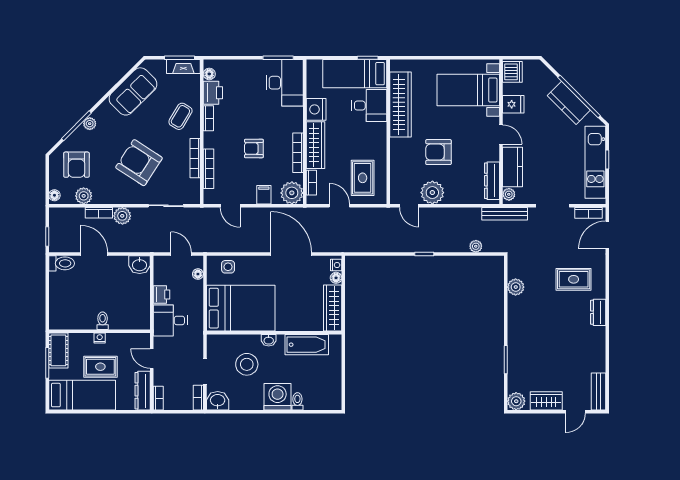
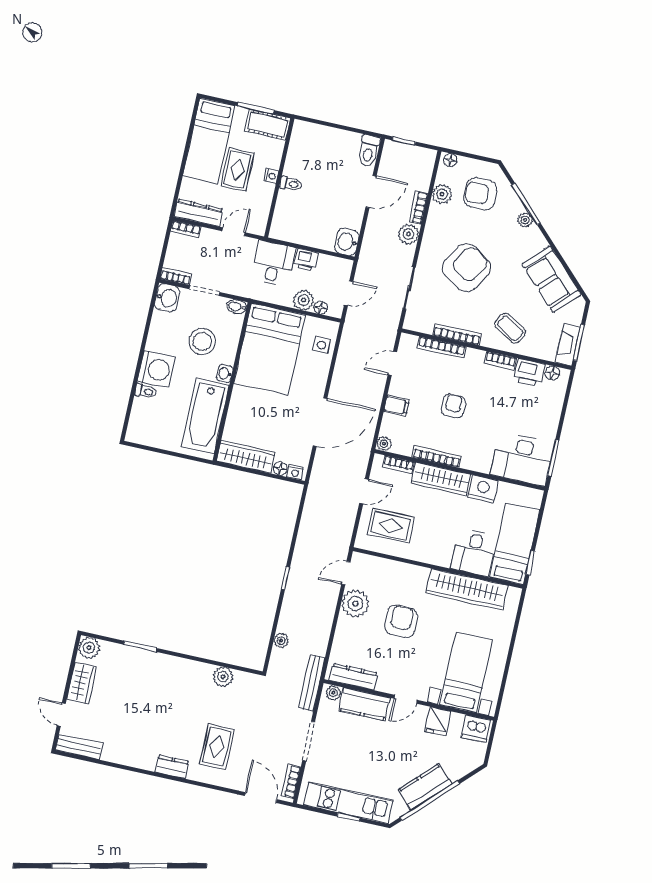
plant: (292, 193) -> (384, 444), width x0.53, depth x0.53
plant: (195, 289) -> (304, 300), added
bidet: (212, 343) -> (236, 307), added
bathtub: (307, 345) -> (205, 416), width x1.36, depth x1.36

